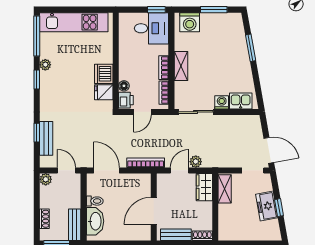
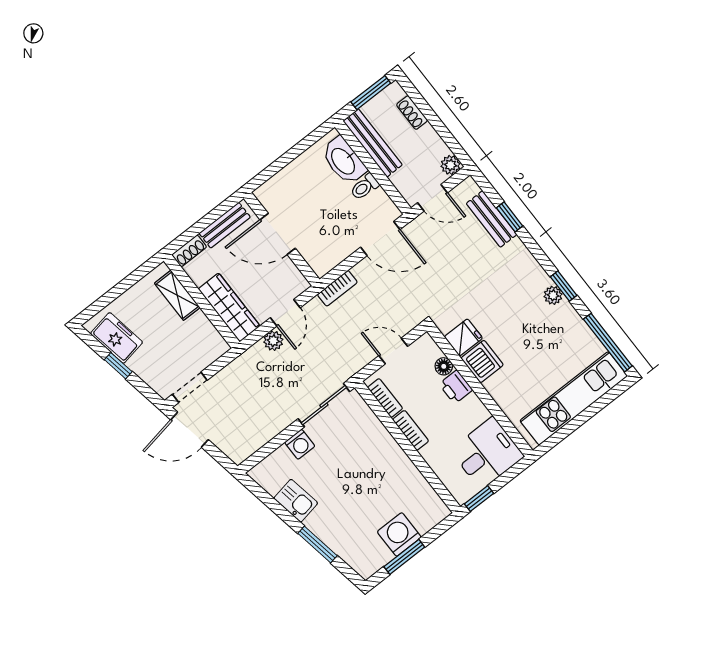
washing machine: (190, 22) -> (399, 534), moved
desk: (151, 28) -> (487, 453), moved, turned 180
plant: (45, 65) -> (553, 295), moved
shelving: (181, 66) -> (390, 450), removed
printer: (126, 100) -> (456, 387), moved
kitchen sink: (241, 101) -> (296, 501), moved, turned -100
door: (142, 112) -> (393, 351), hinge flipped
bookcase: (146, 163) -> (337, 288), width x0.64
wardrobe: (204, 187) -> (229, 307), width x1.50
shelving: (225, 189) -> (177, 295), moved
freezer: (267, 206) -> (117, 338), moved
door: (154, 211) -> (278, 234), swing flipped
bench: (75, 225) -> (373, 143), width x1.36

